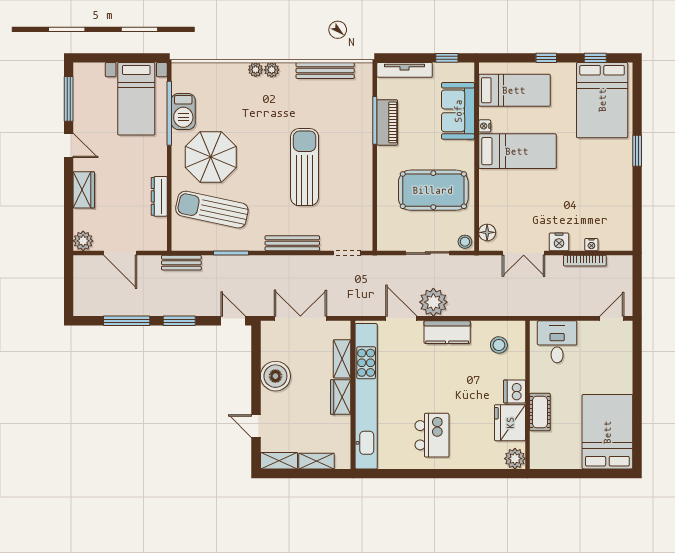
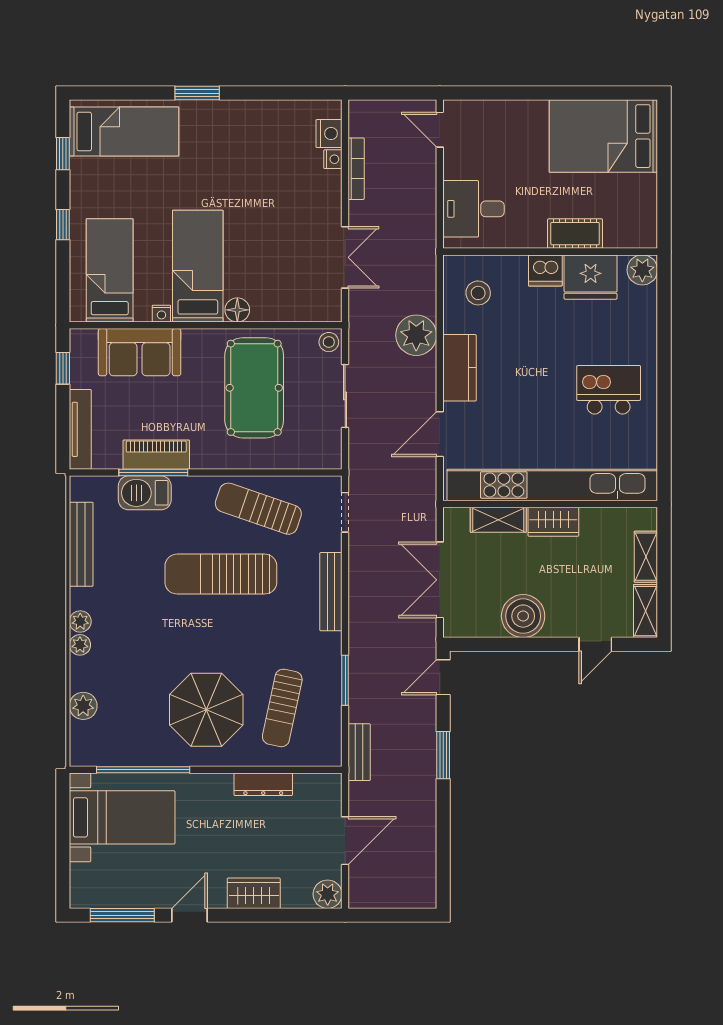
plant: (213, 72) -> (83, 706), added
bed: (602, 100) -> (124, 132), width x0.67
barbecue: (183, 111) -> (145, 493), moved, turned 180
sun lounger: (350, 193) -> (258, 509), added
sun lounger: (212, 210) -> (282, 708), width x0.73, depth x0.75
floor lamp: (487, 232) -> (237, 310), moved
nightstand: (559, 242) -> (329, 134), moved
plant: (433, 302) -> (416, 335), moved
window: (127, 321) -> (443, 831), removed

